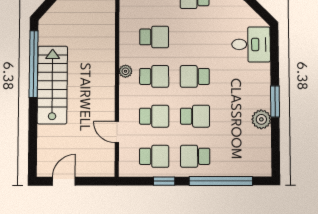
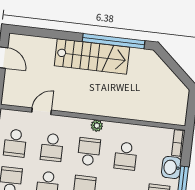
school desk: (154, 76) -> (89, 152), turned 180

